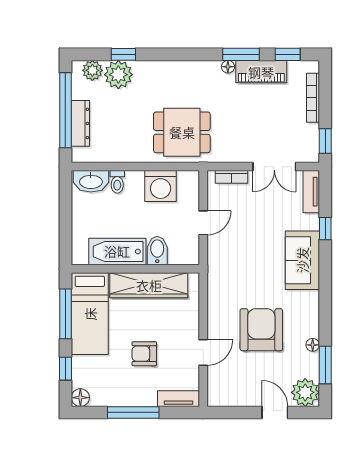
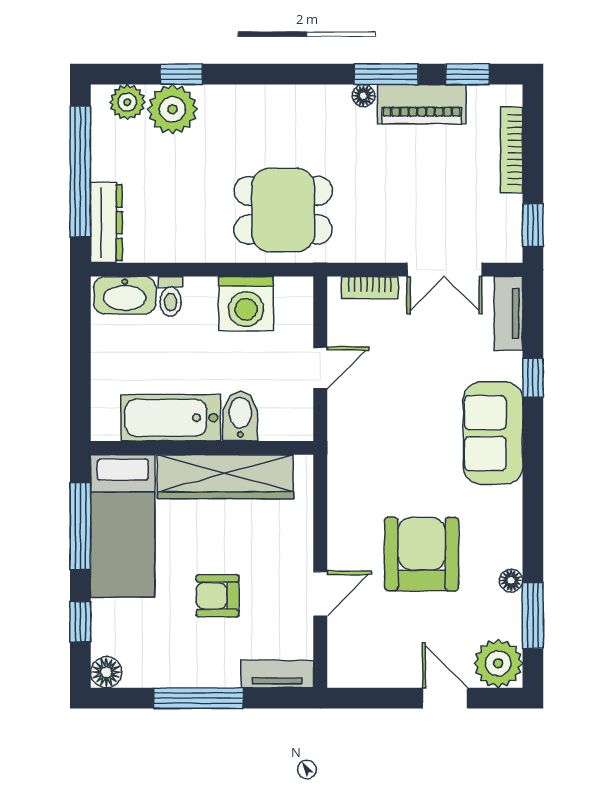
dresser: (80, 123) -> (106, 223), moved

